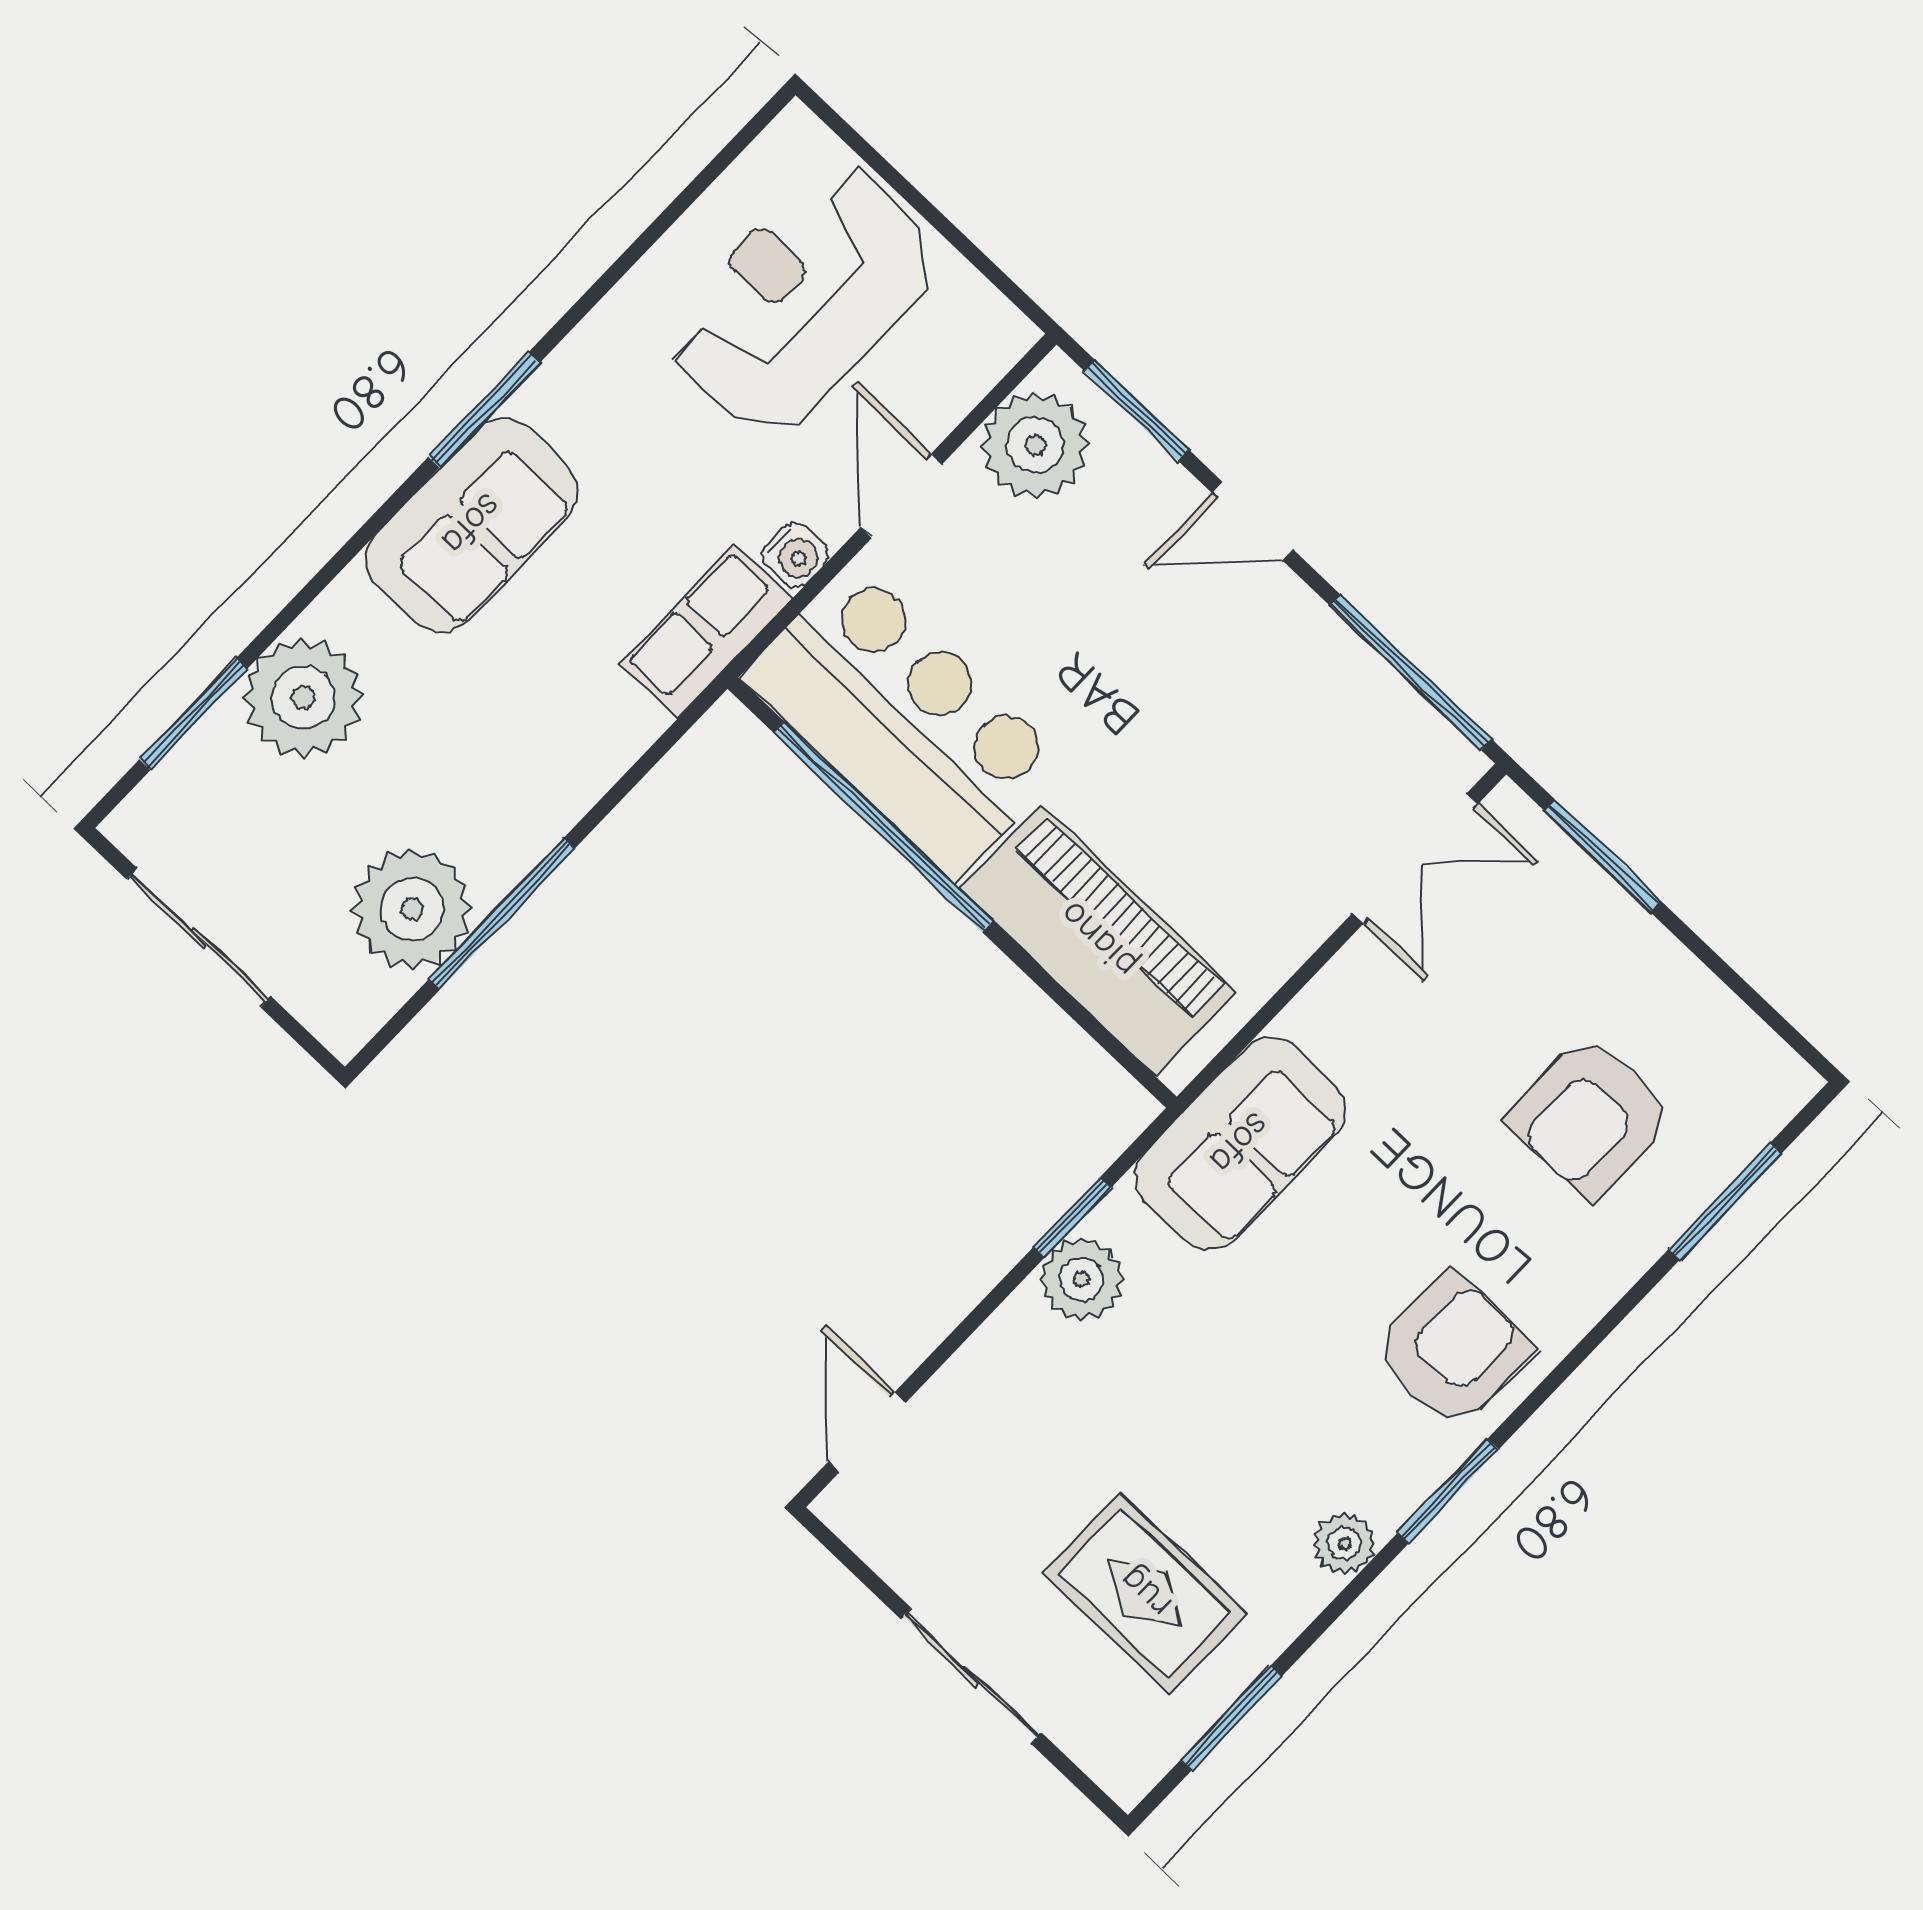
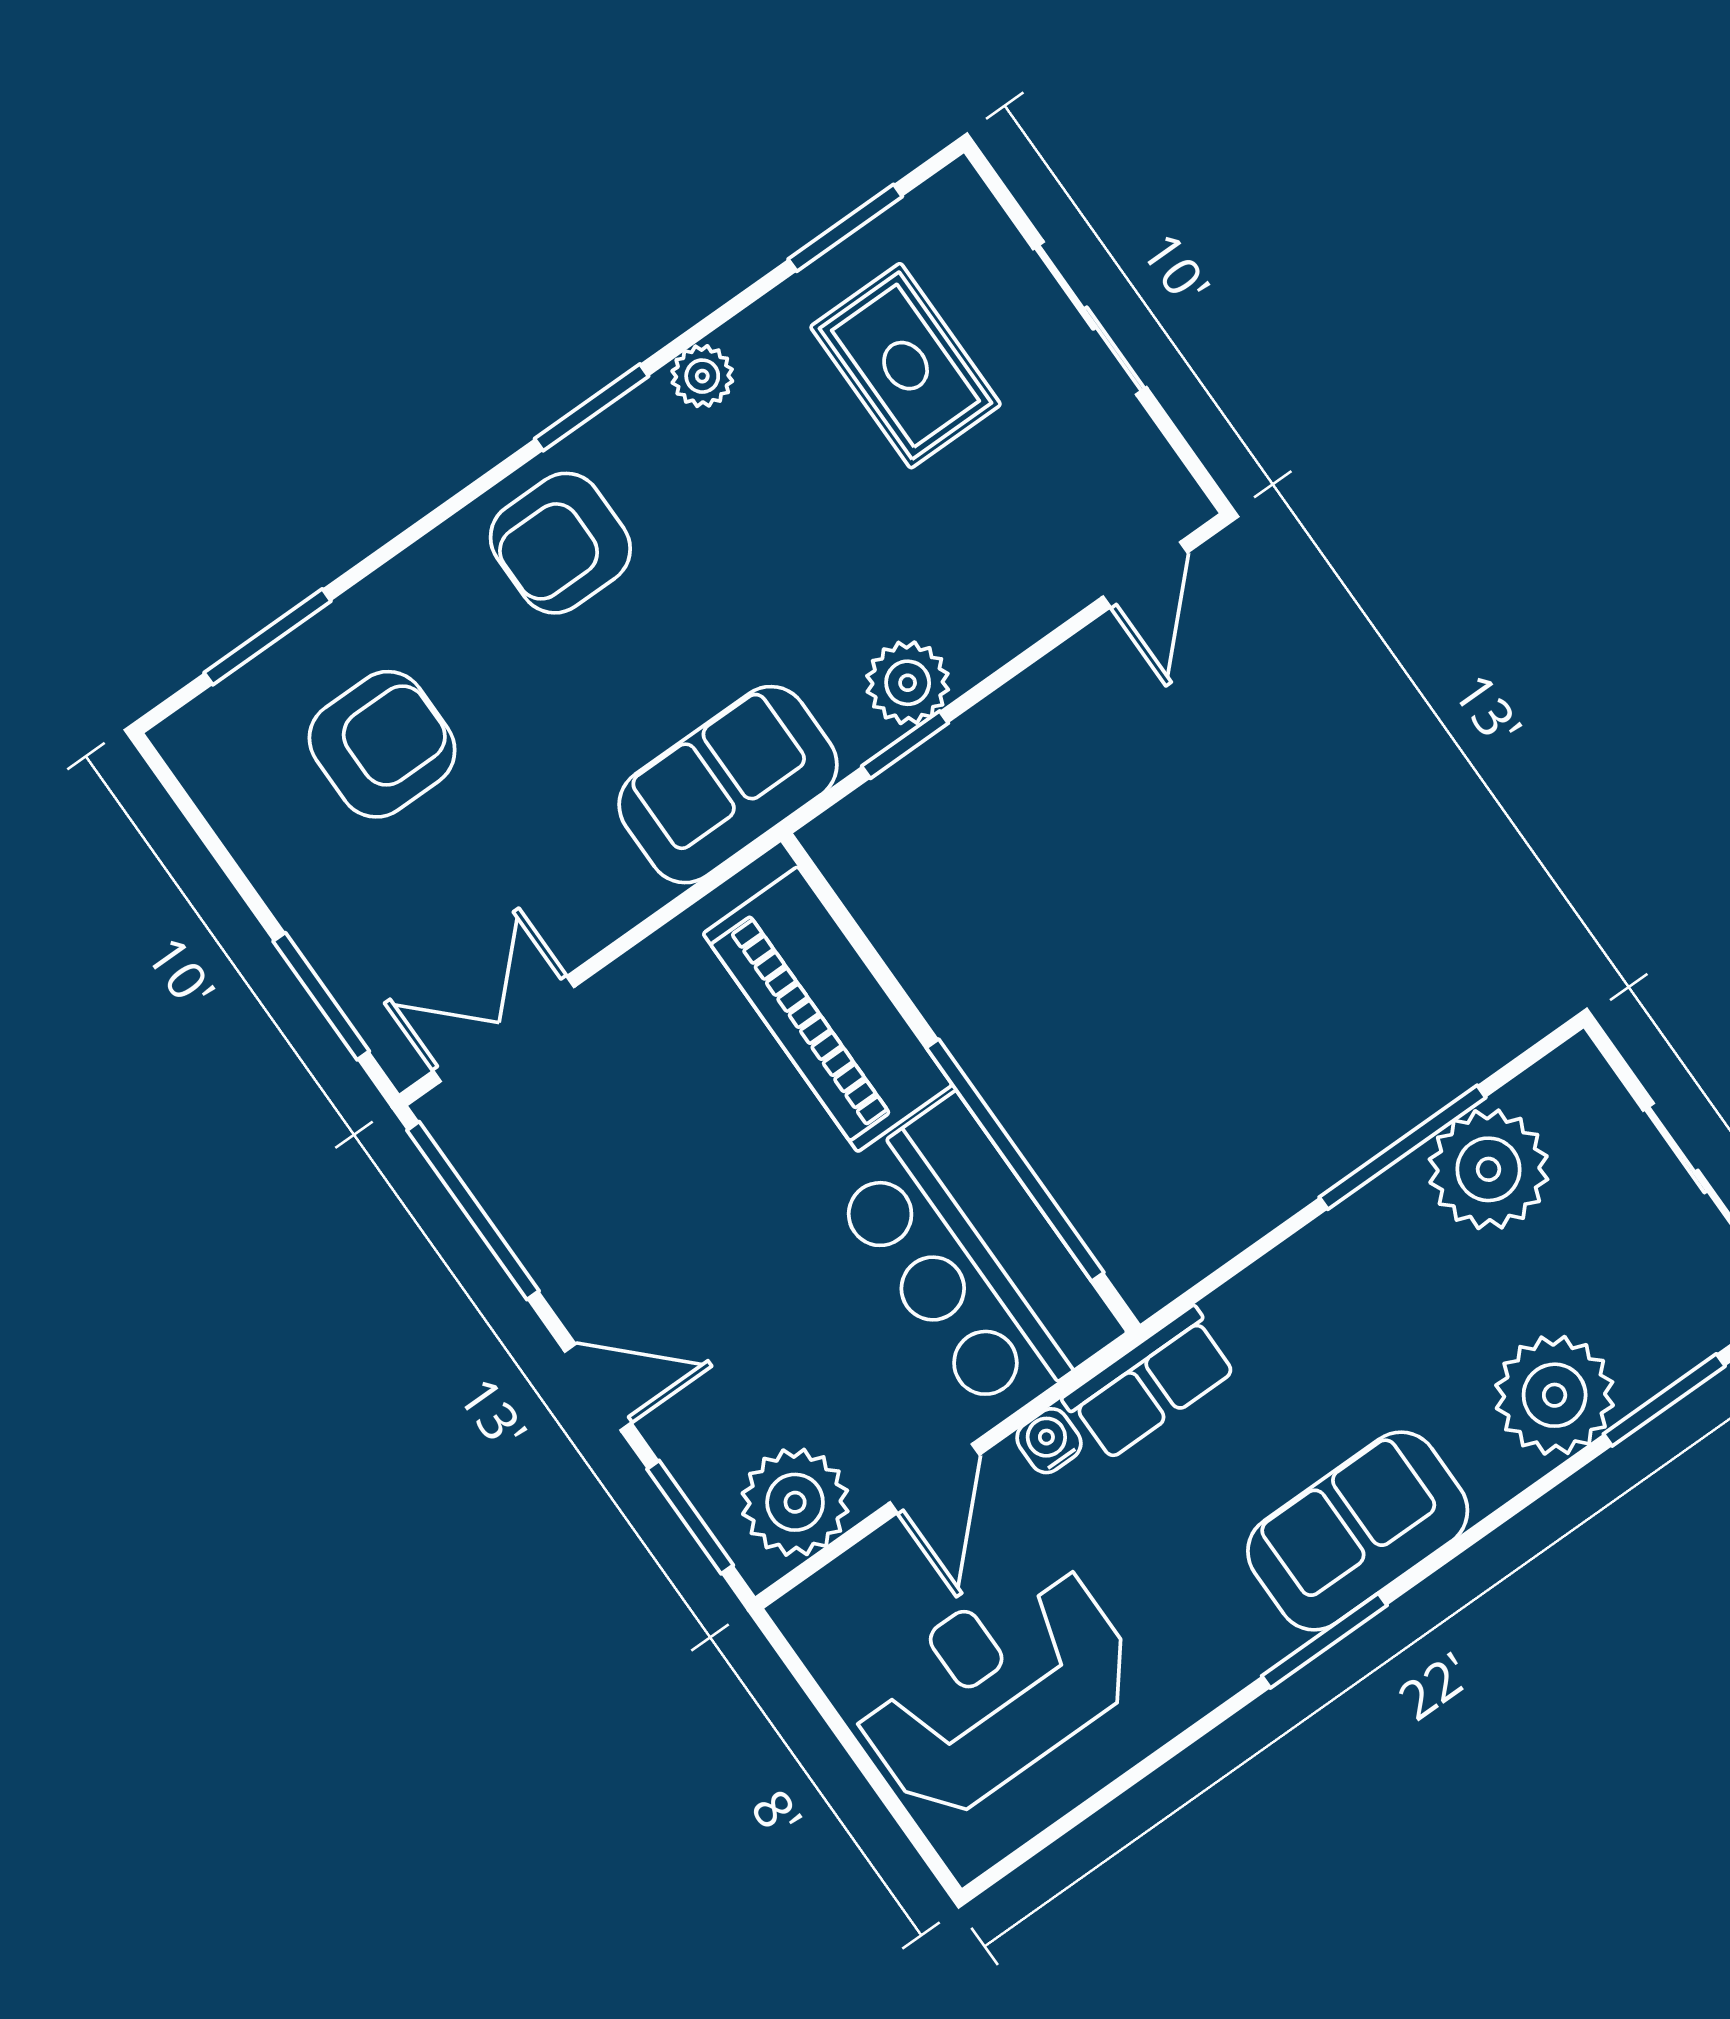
reception desk: (802, 299) -> (994, 1688), turned 180

